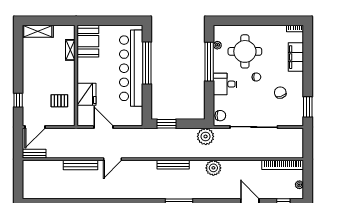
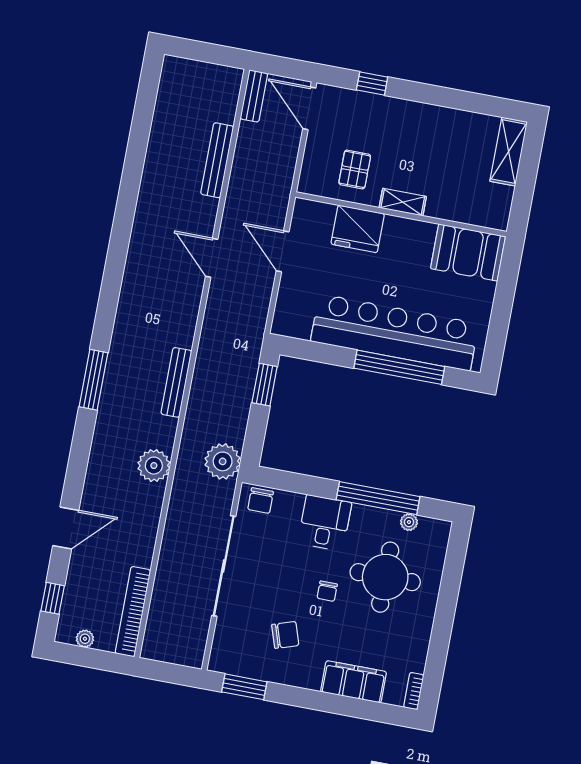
shelving: (70, 50) -> (403, 202), moved
door: (103, 127) -> (283, 251), swing flipped
bench: (81, 165) -> (217, 160), moved

